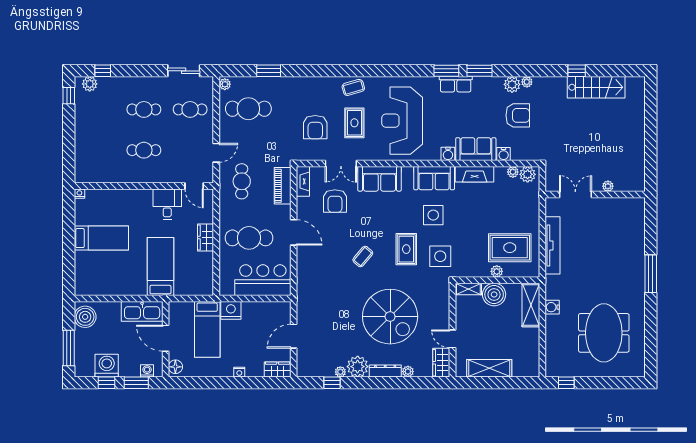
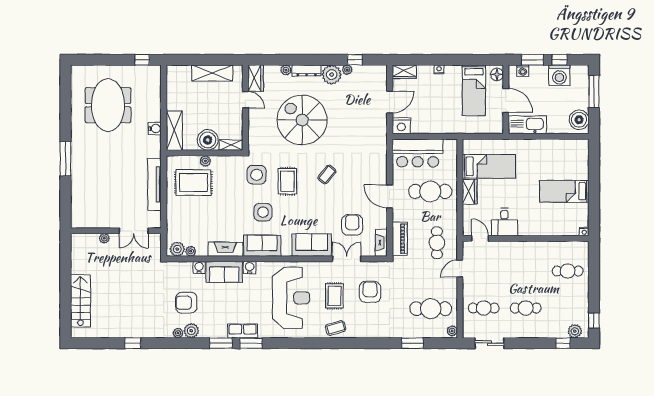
stairs: (596, 87) -> (80, 301), moved, turned 90
cafe table: (144, 150) -> (568, 271), moved
bed: (160, 267) -> (489, 166), moved, turned -90
nightstand: (231, 310) -> (401, 126), moved
bed: (207, 329) -> (474, 90), moved, turned 180

